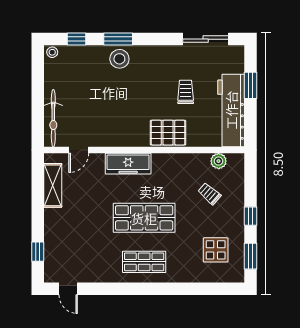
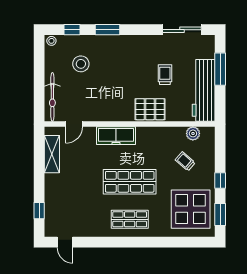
stool: (119, 59) -> (81, 64), moved
window: (250, 85) -> (220, 69), width x1.44
display table: (216, 250) -> (191, 209), width x1.86, depth x1.86

